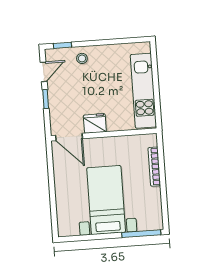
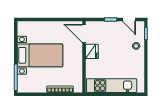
door: (69, 137) -> (84, 33), hinge flipped

